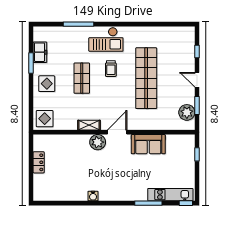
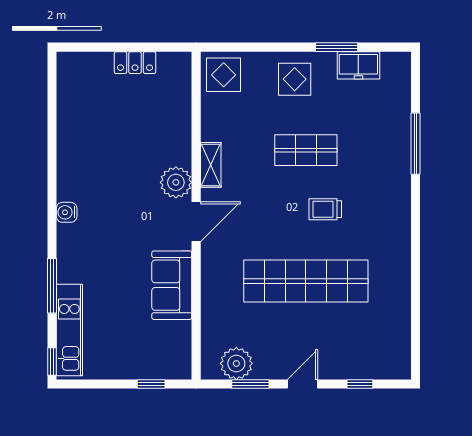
checkout: (106, 39) -> (384, 199), removed
door: (117, 132) -> (196, 222), hinge flipped
water cooler: (93, 196) -> (67, 212), moved

